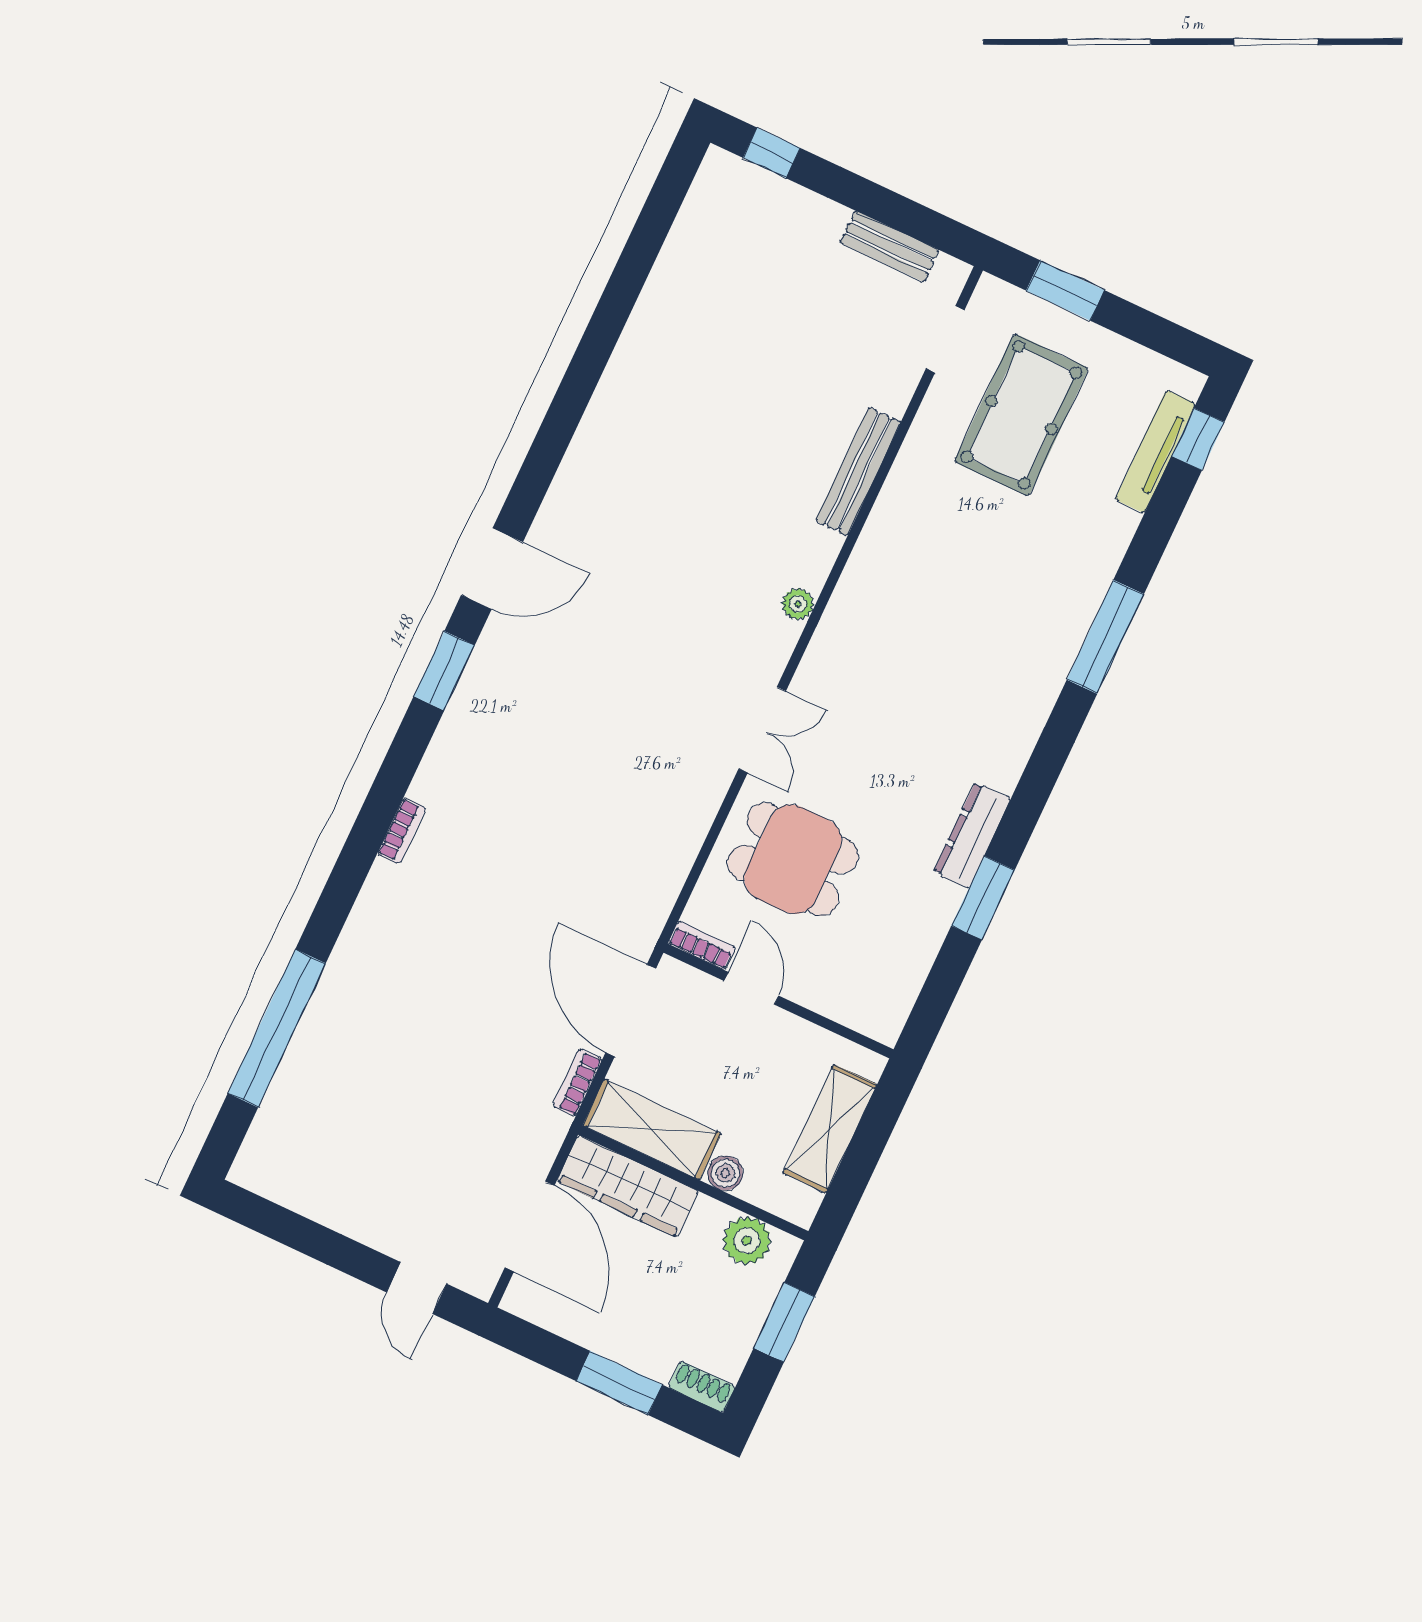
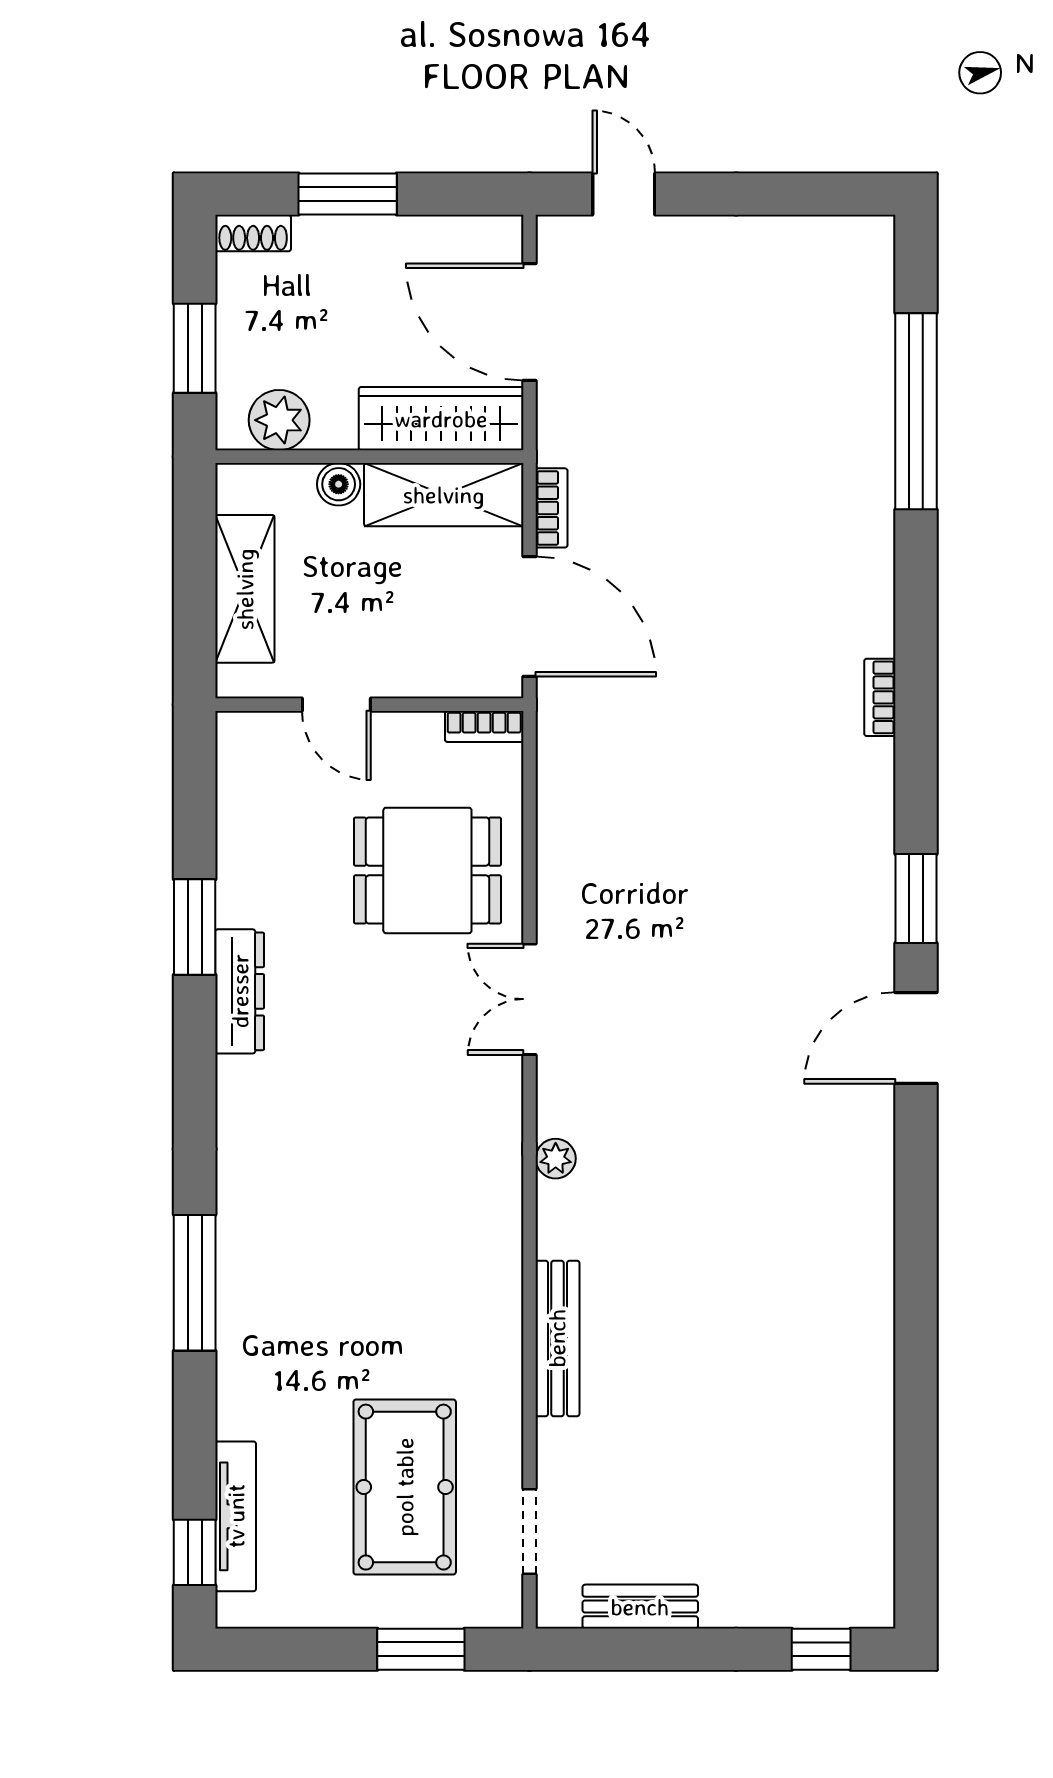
door: (751, 988) -> (336, 705), moved

